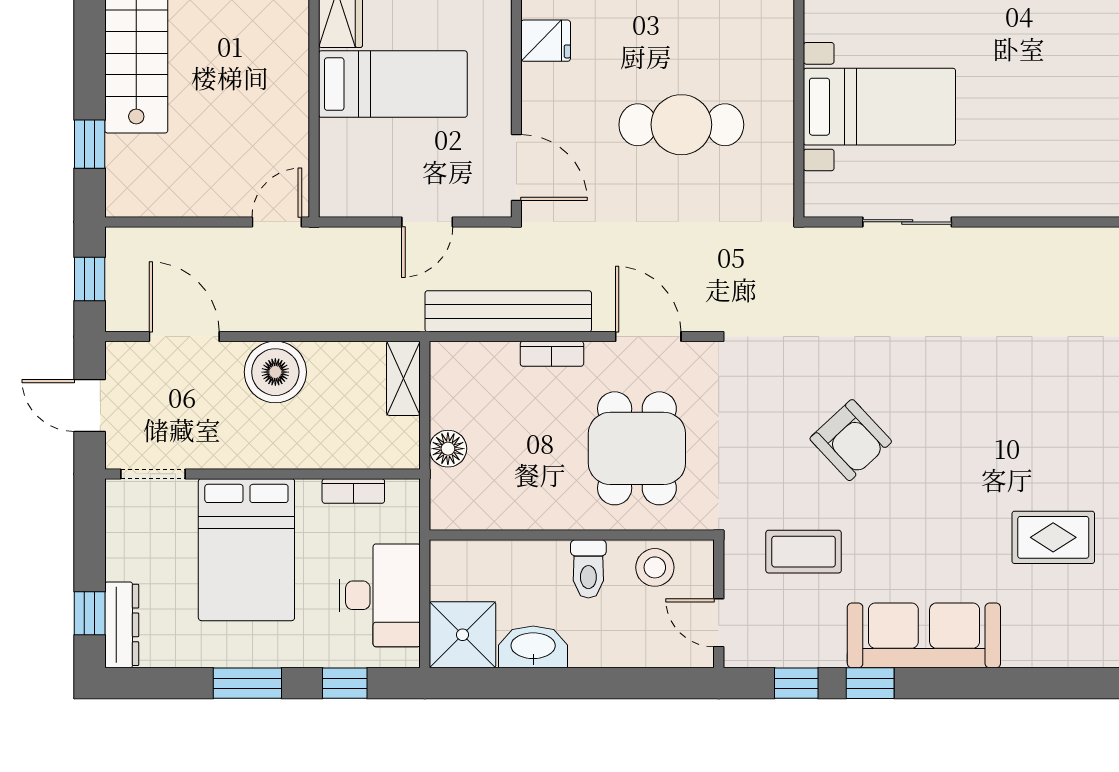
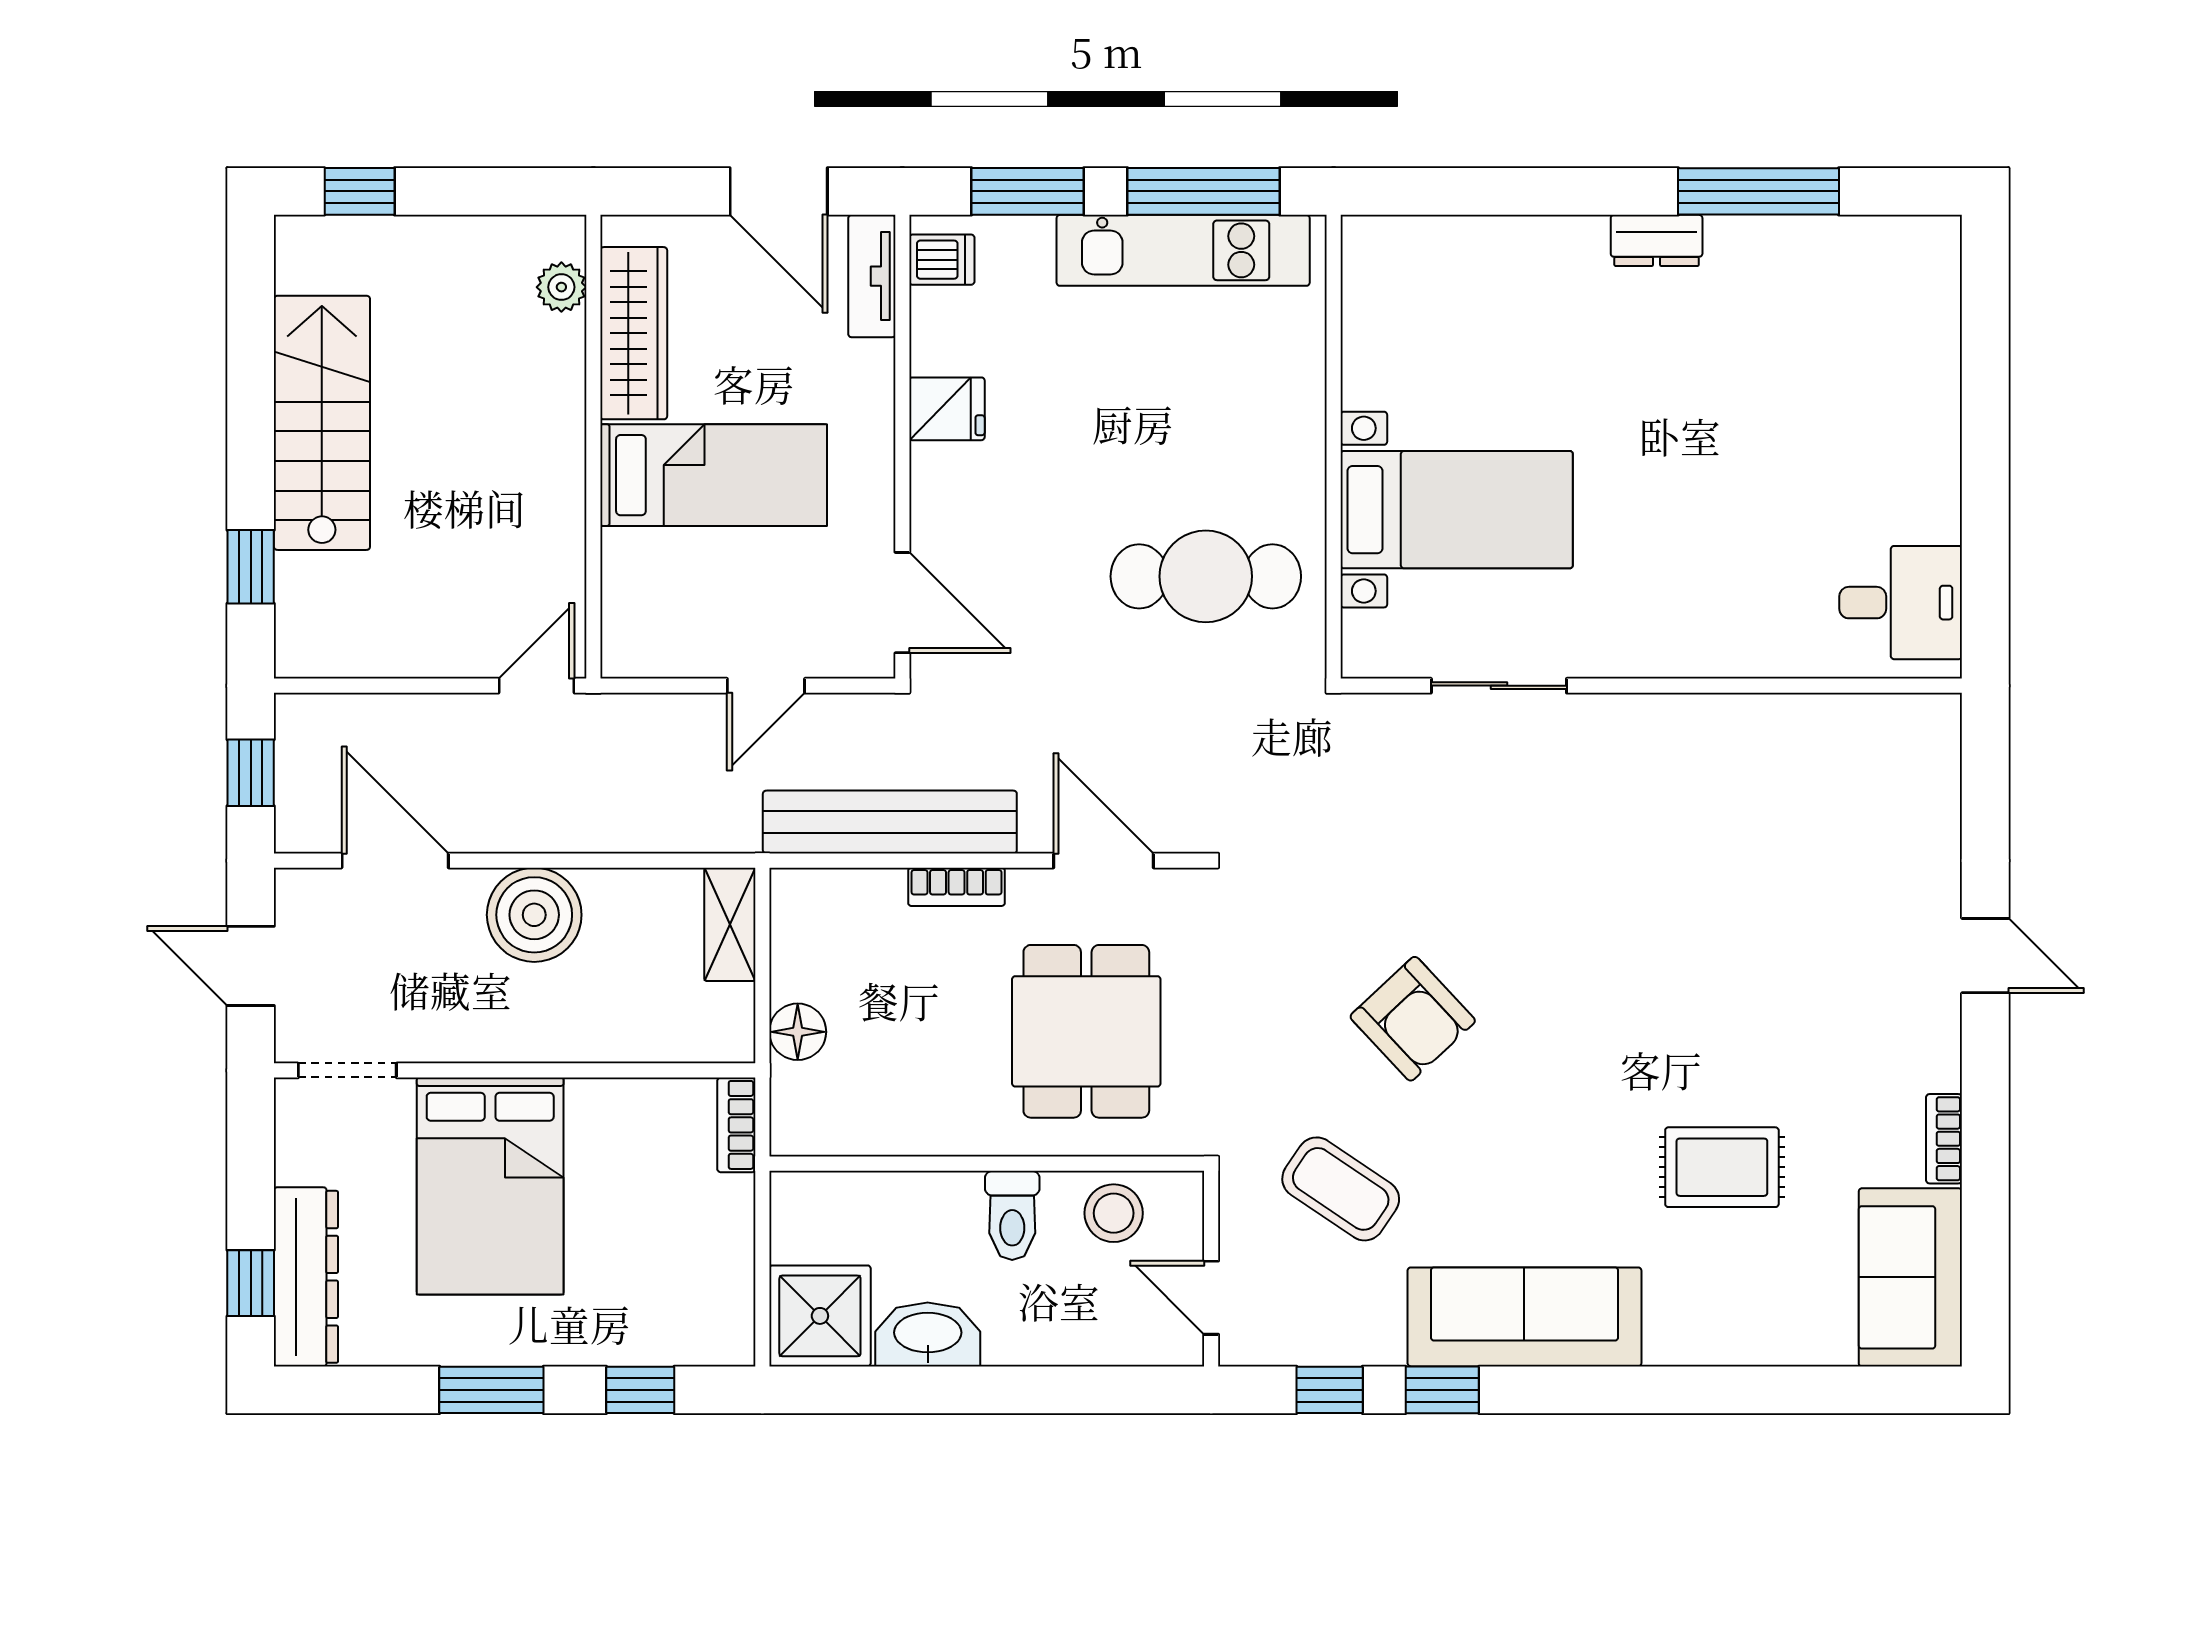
cafe table: (681, 125) -> (1206, 576), moved
bookcase: (353, 491) -> (736, 1125), moved, turned 90
coffee table: (804, 552) -> (1341, 1189), turned 34
desk: (380, 595) -> (694, 1256), removed
dresser: (122, 625) -> (306, 1277), width x1.37, depth x1.24

